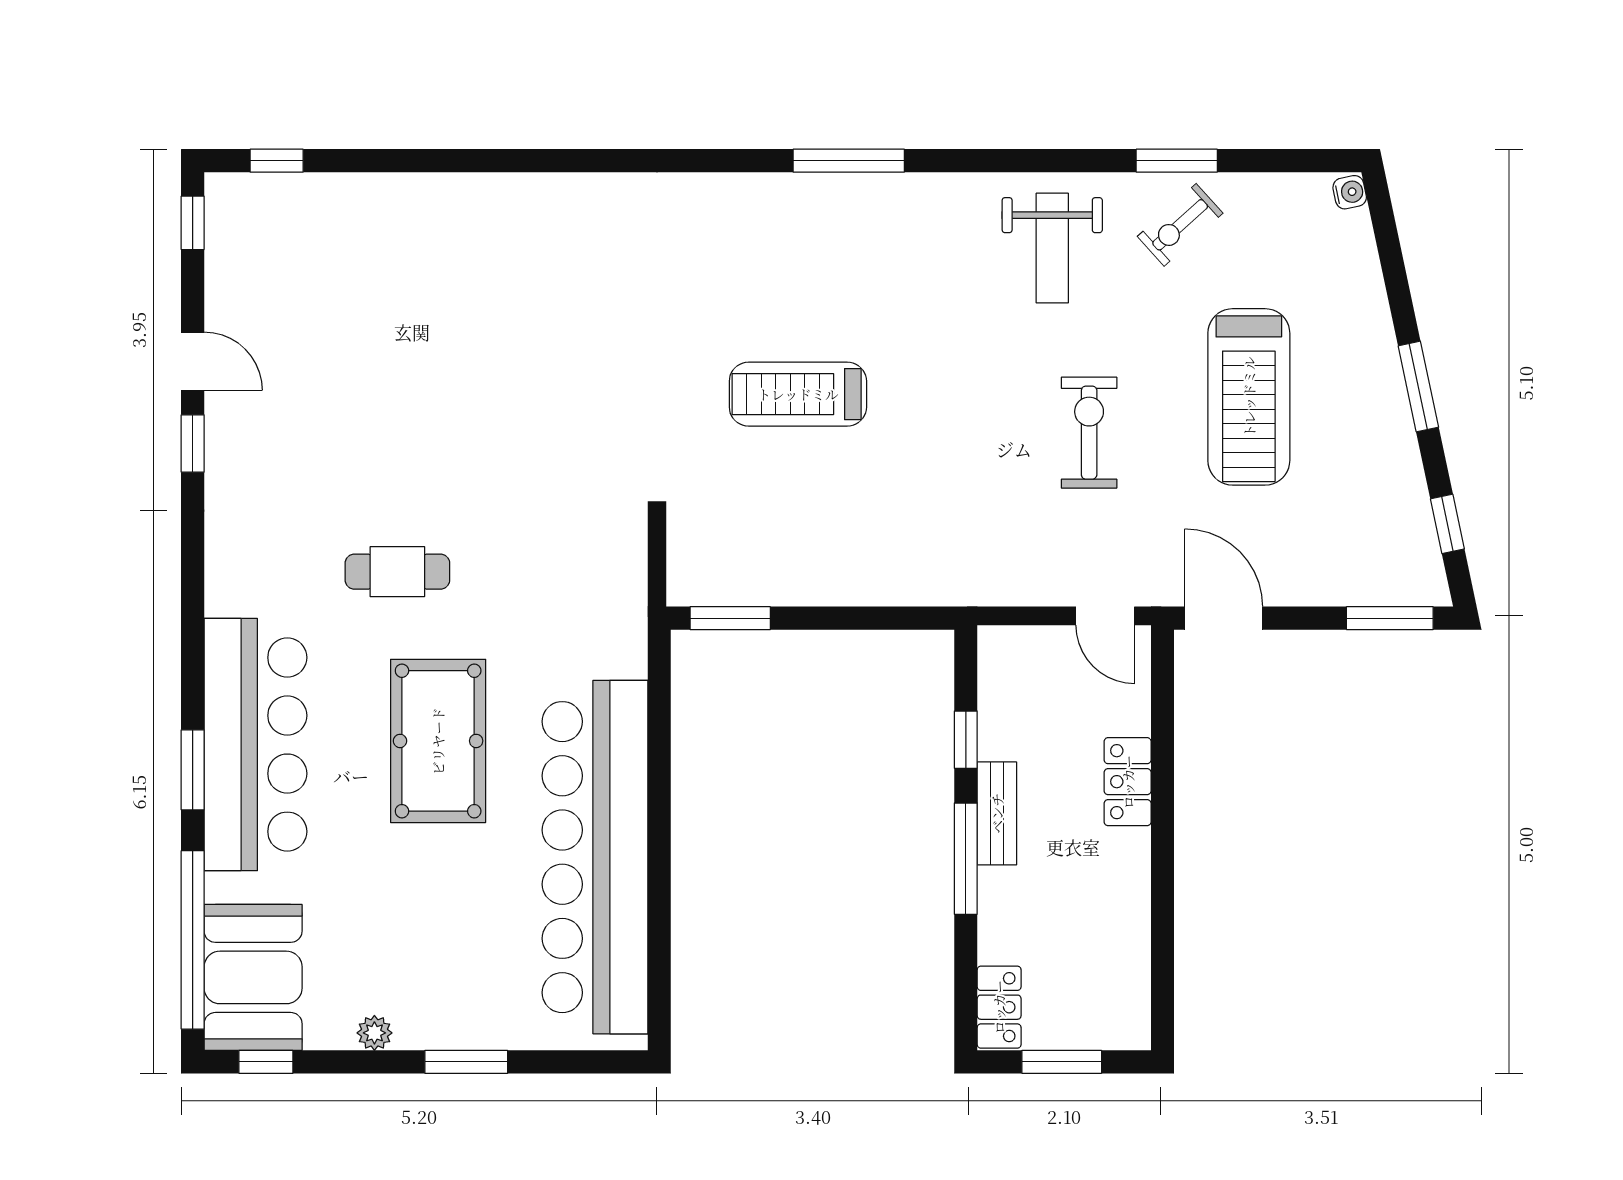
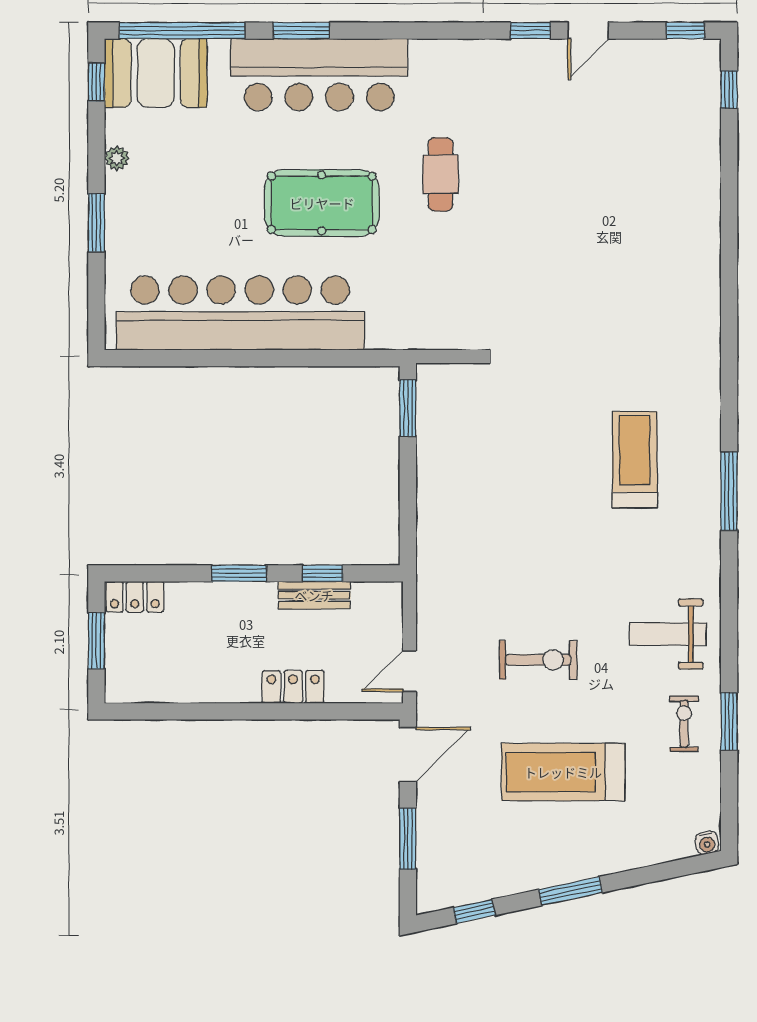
exercise bike: (1180, 225) -> (684, 724), turned 42
treadmill: (798, 394) -> (635, 460), moved
window: (1390, 618) -> (408, 839), moved
bench: (997, 813) -> (314, 595), moved
window: (966, 859) -> (239, 573), width x0.69

